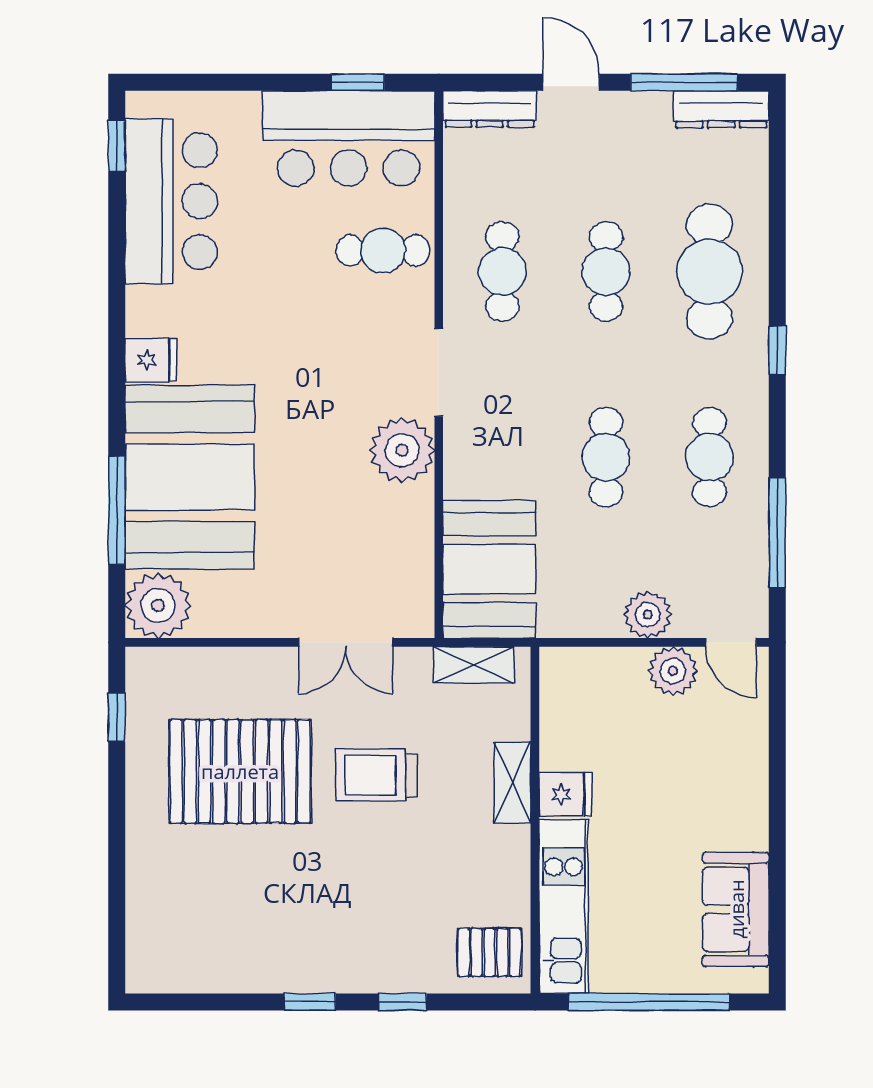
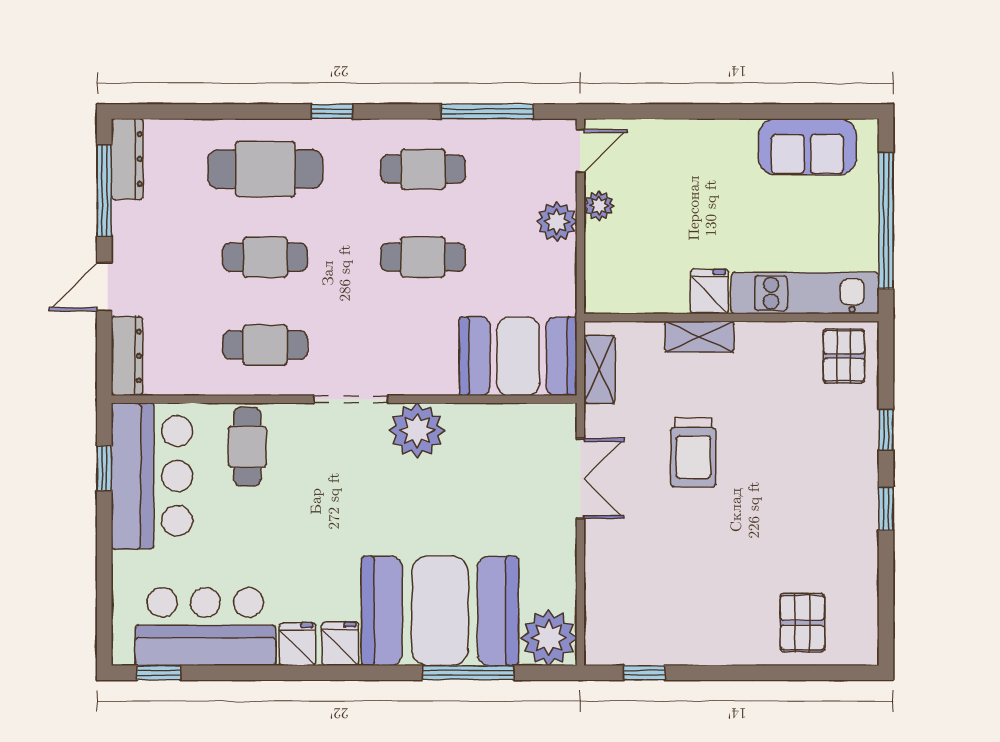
fridge: (151, 310) -> (297, 644), added
plant: (673, 671) -> (599, 206), width x0.73, depth x0.73
pallet: (240, 771) -> (802, 623), moved, width x0.49, depth x0.50

